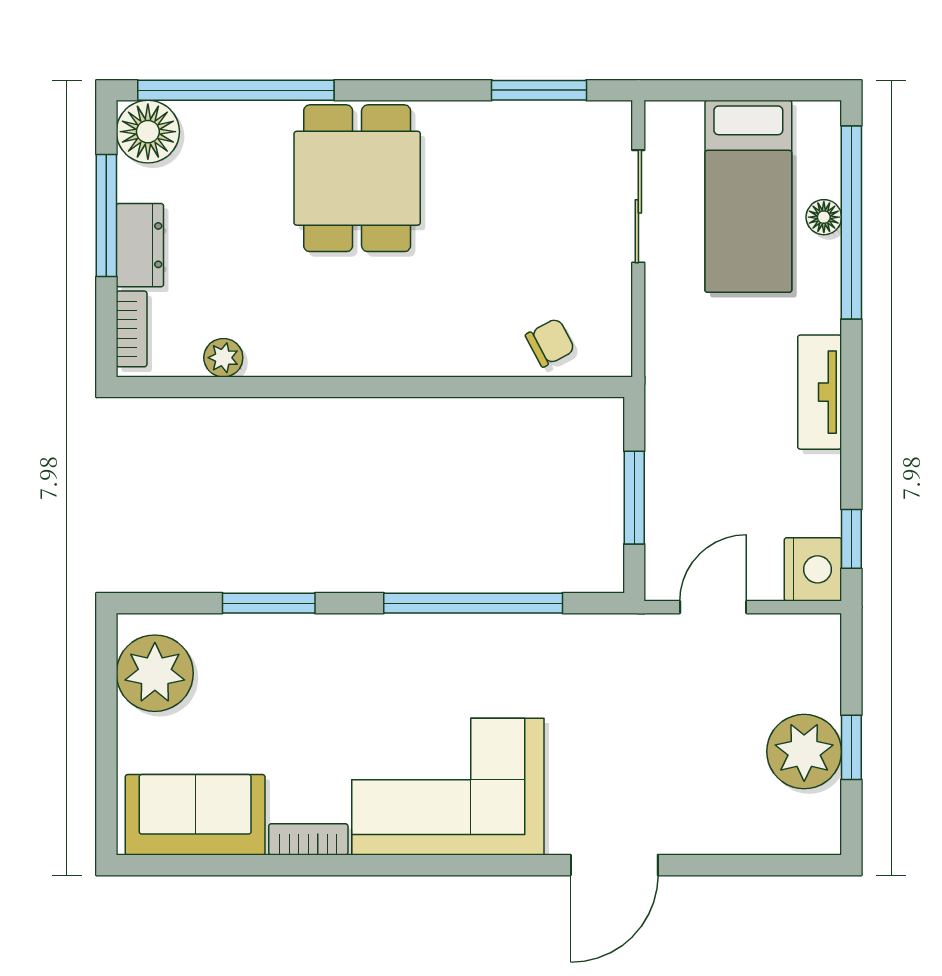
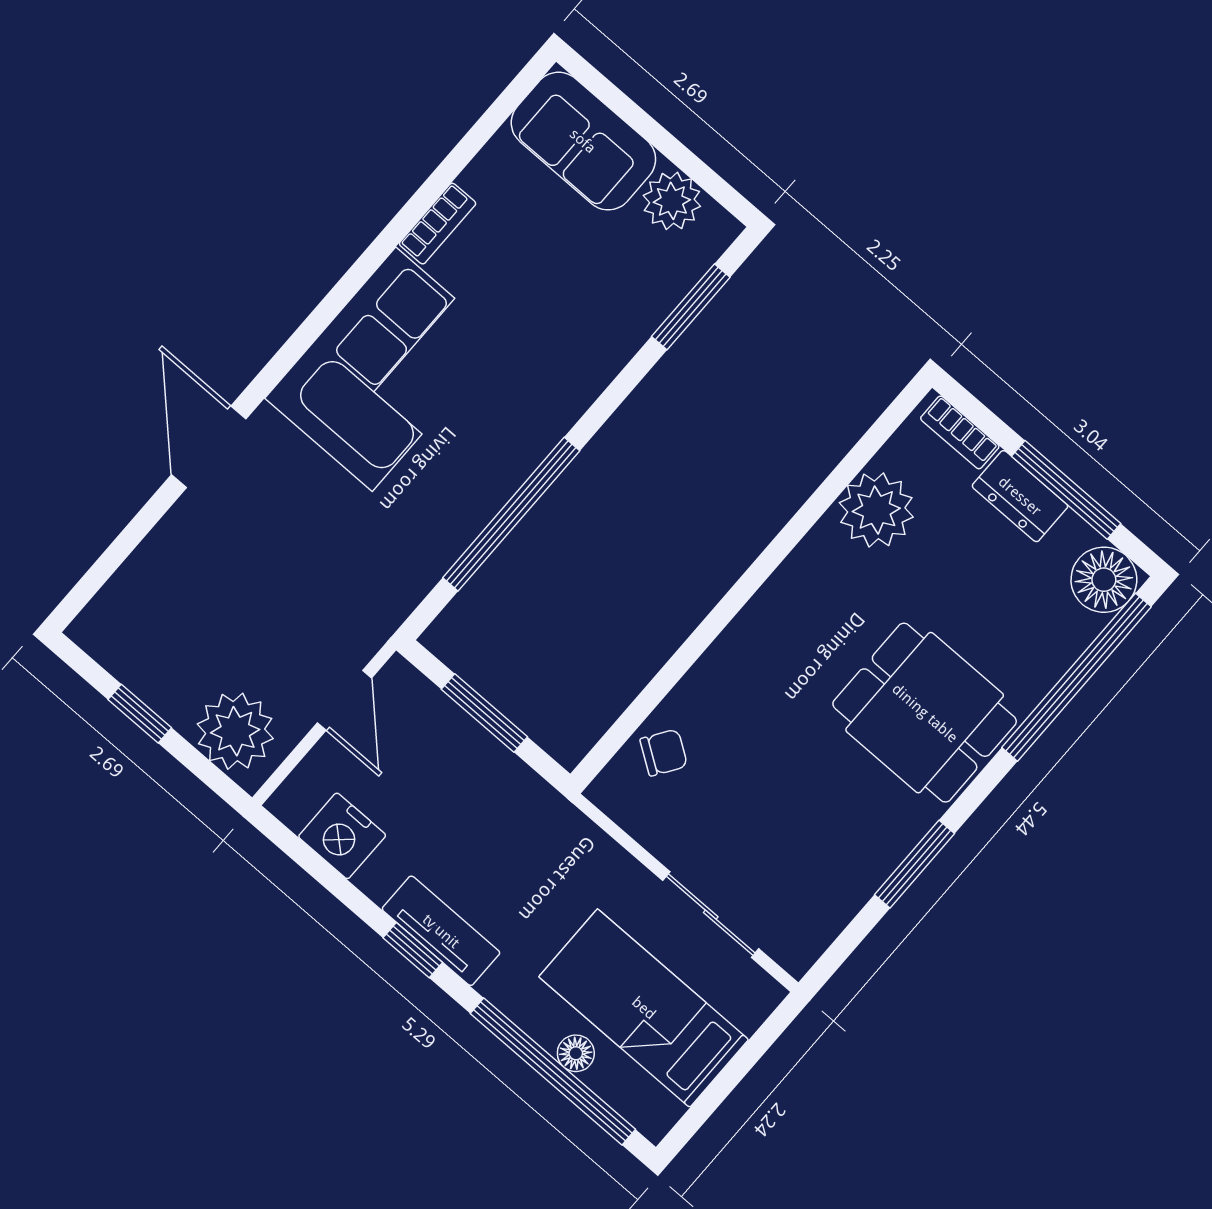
window: (539, 90) -> (915, 864), moved
chair: (550, 342) -> (664, 753), turned -118
plant: (223, 358) -> (876, 510), width x1.87, depth x1.87
window: (851, 539) -> (413, 950), moved
nightstand: (813, 569) -> (342, 836), moved
window: (269, 603) -> (691, 307), moved
plant: (155, 673) -> (672, 201), width x0.73, depth x0.73
plant: (804, 752) -> (235, 731), moved
sofa: (195, 815) -> (583, 141), moved, turned 90

